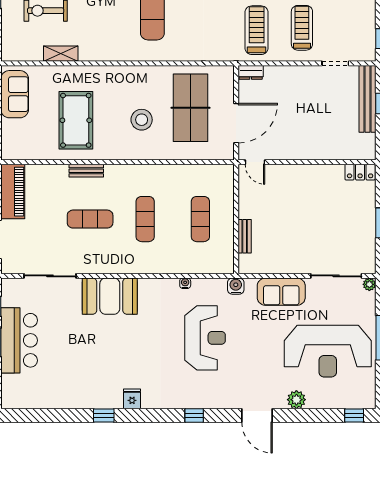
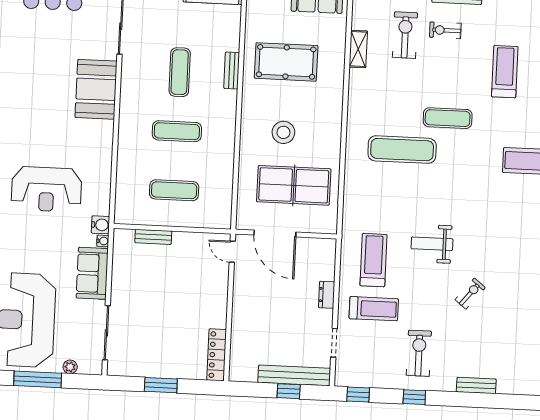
treadmill: (257, 30) -> (373, 260), turned -90
dresser: (251, 72) -> (327, 295), moved
door: (255, 162) -> (232, 252), hinge flipped
locker: (360, 172) -> (217, 355), width x1.53
water cooler: (185, 283) -> (103, 241), moved
plant: (369, 284) -> (70, 367), moved

